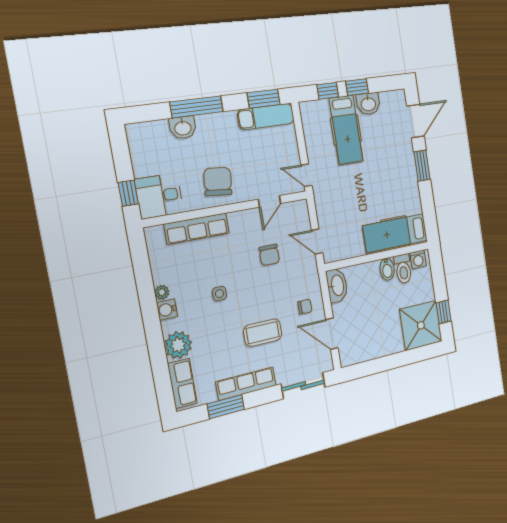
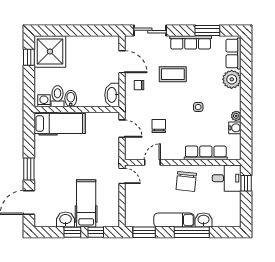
exam couch: (266, 117) -> (174, 220), moved
water cooler: (167, 310) -> (235, 128), moved

